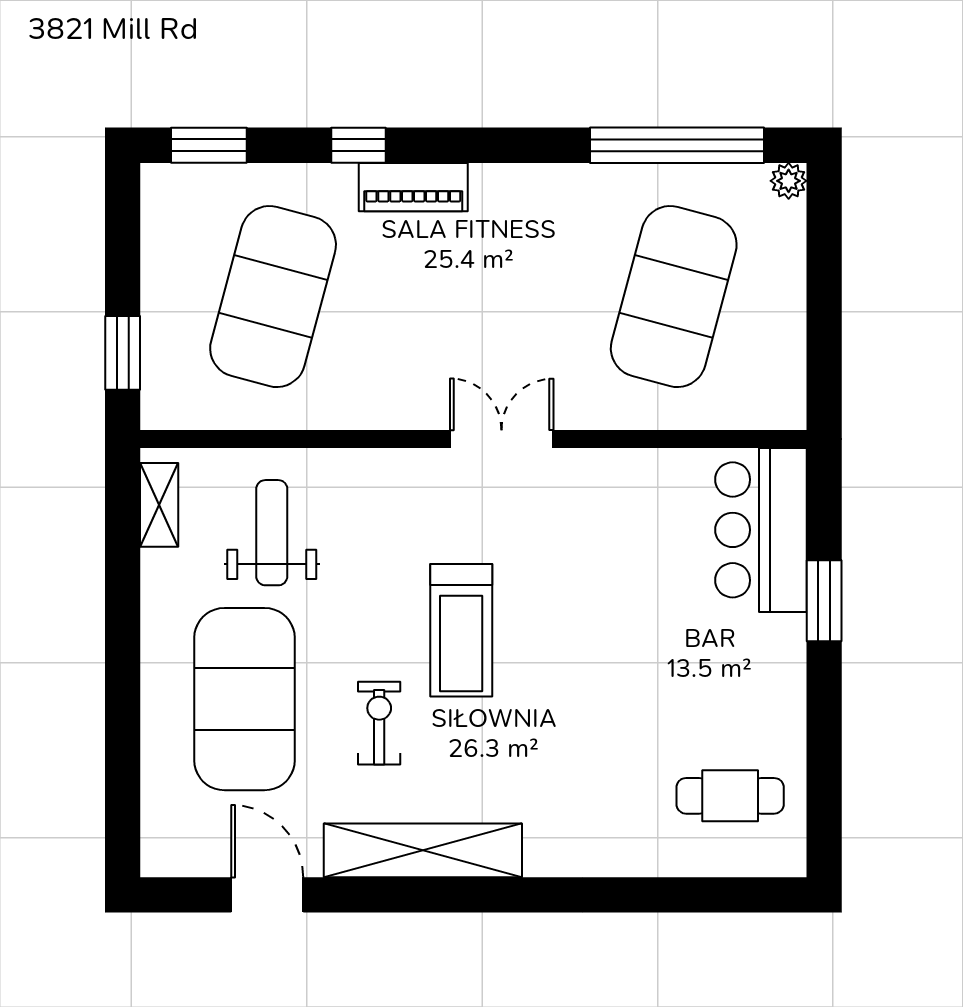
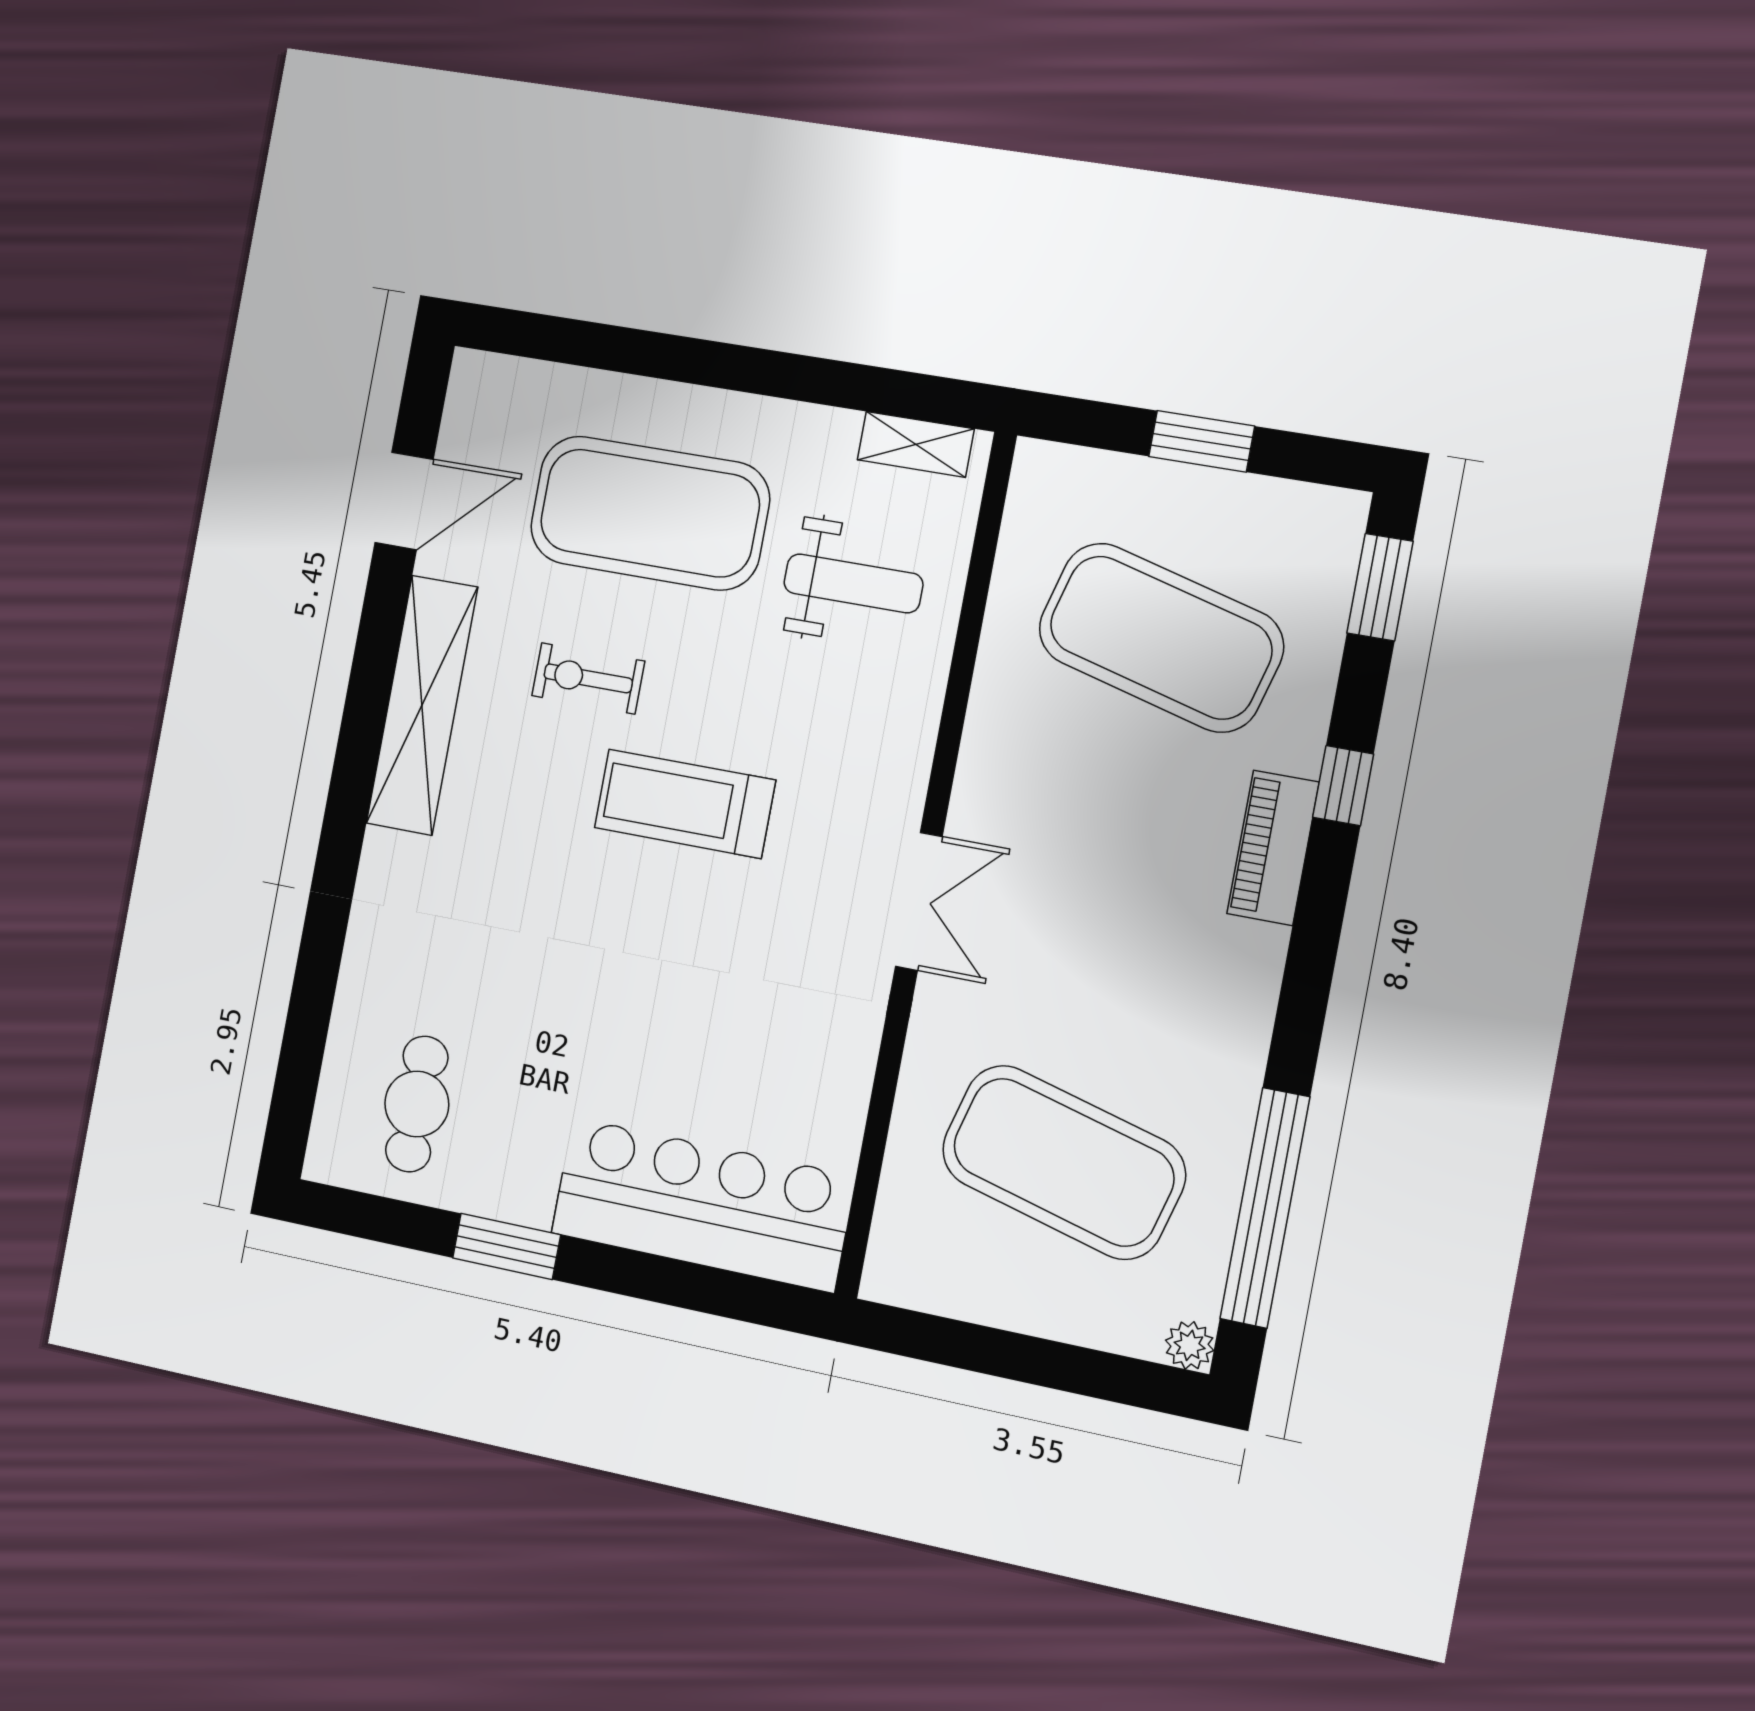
window: (123, 353) -> (1202, 441), moved
bar counter: (761, 530) -> (703, 1205), width x1.36
window: (824, 601) -> (507, 1246), moved
exercise bike: (379, 723) -> (588, 678), turned 180

